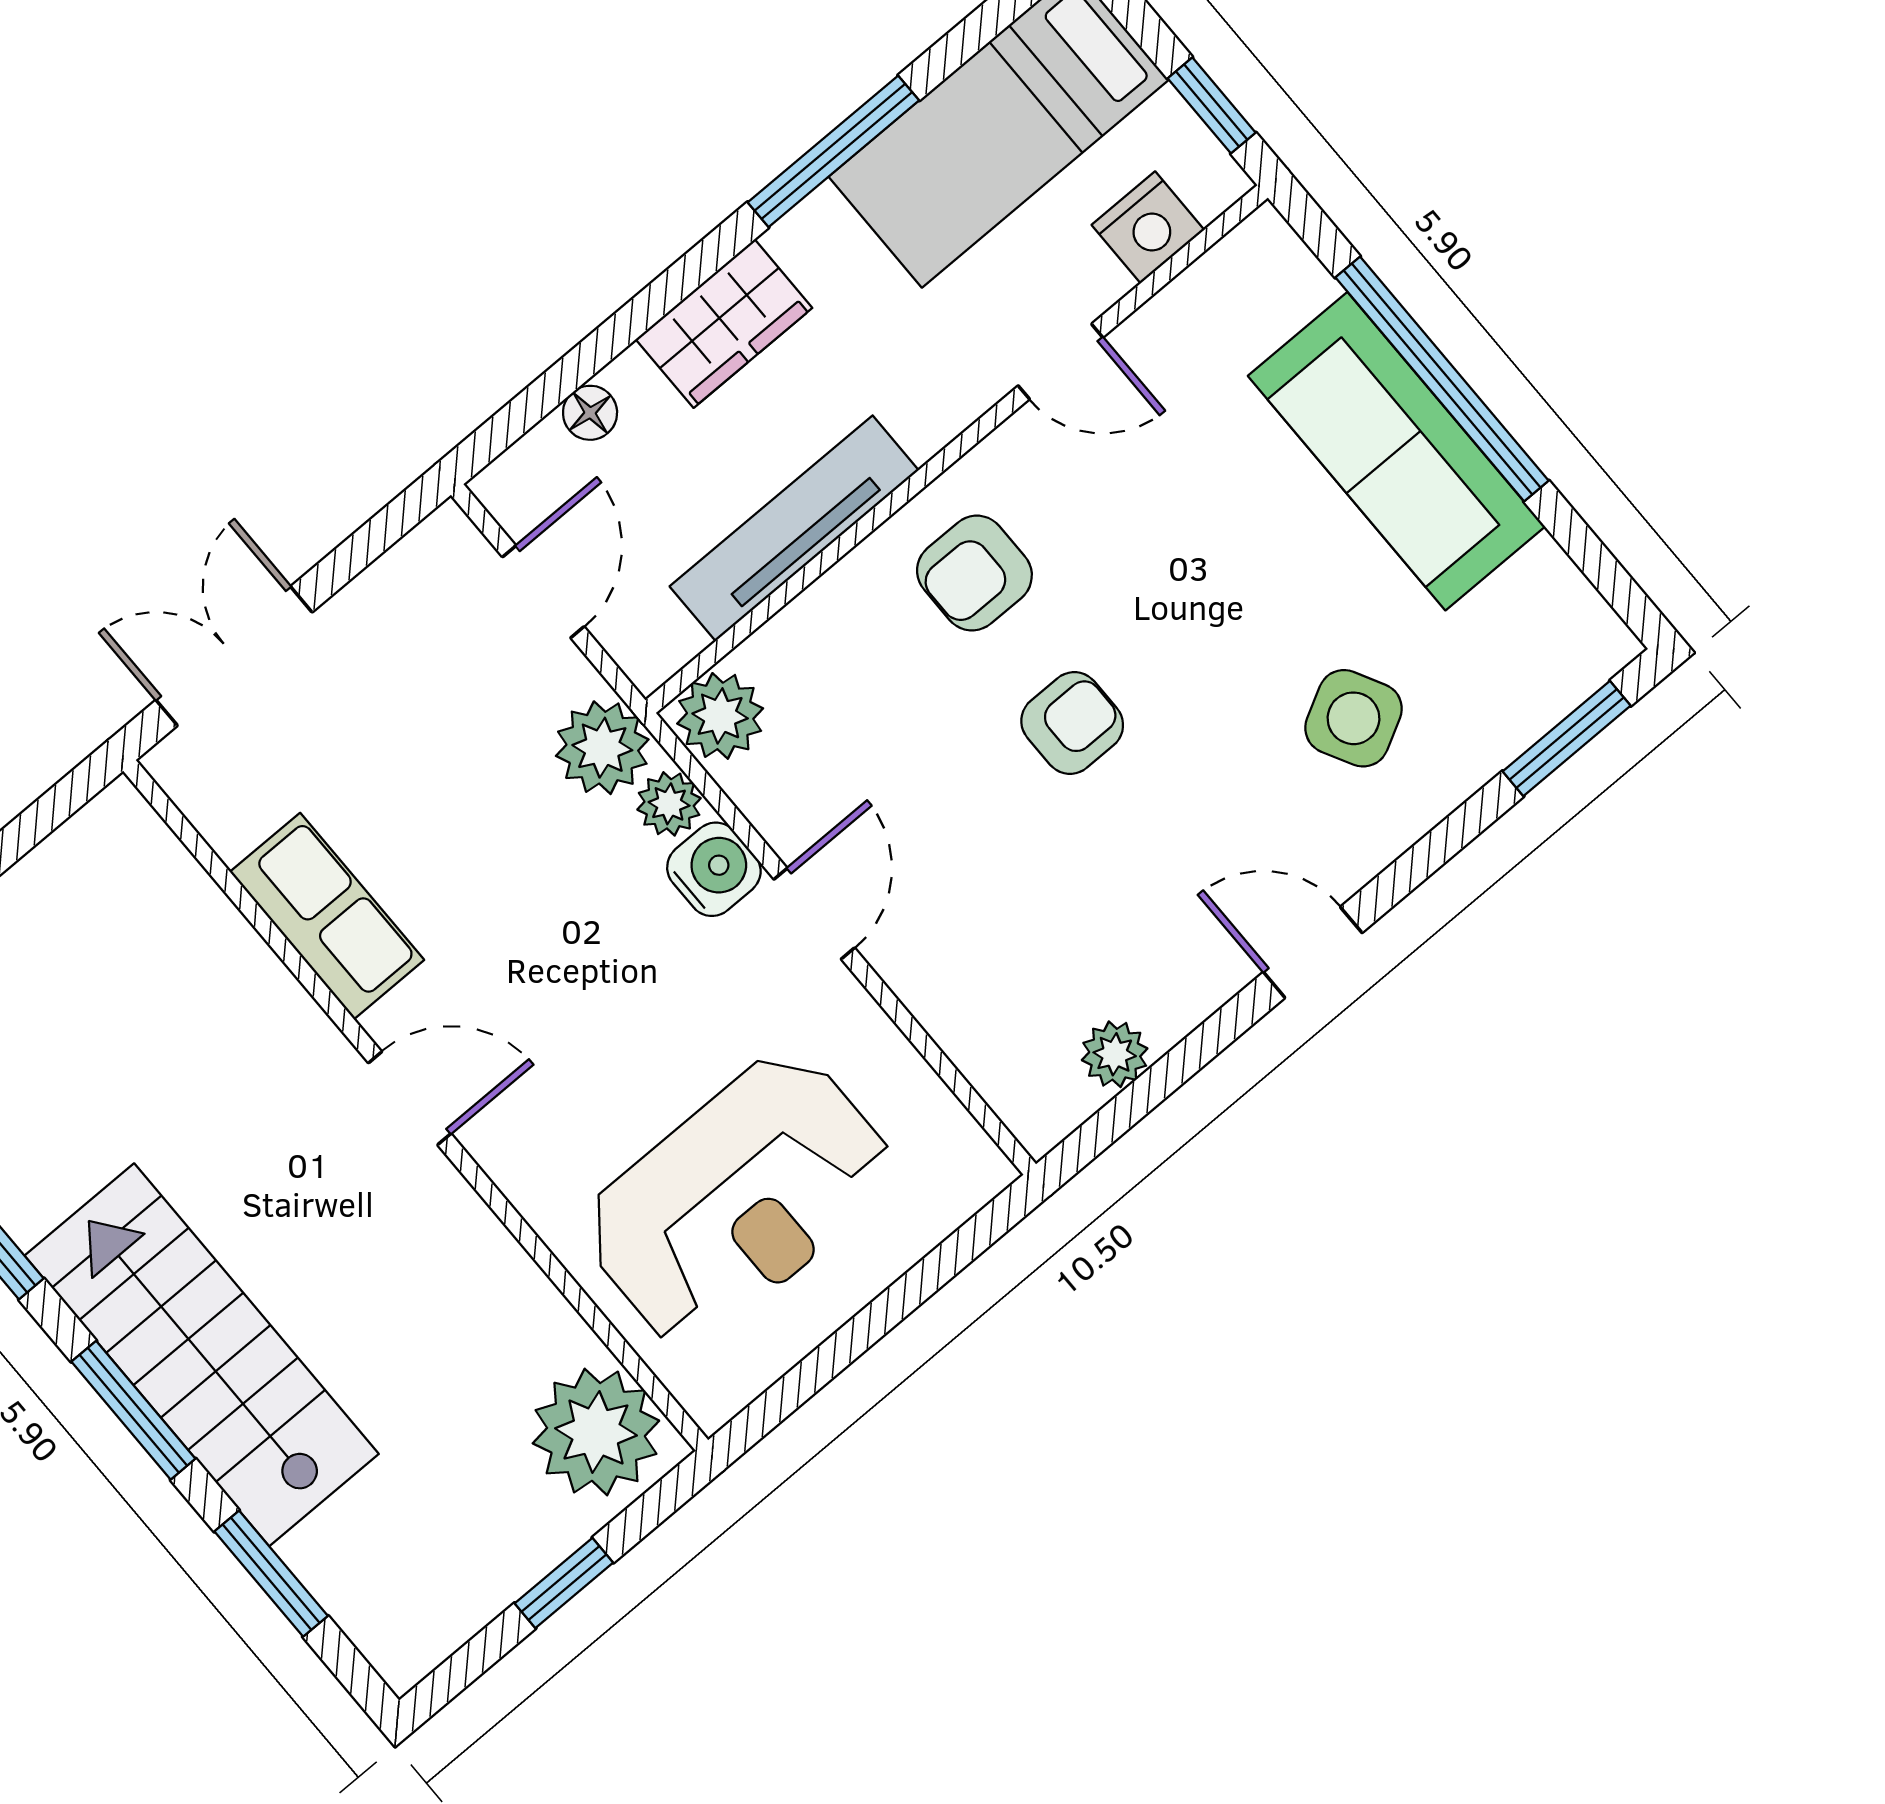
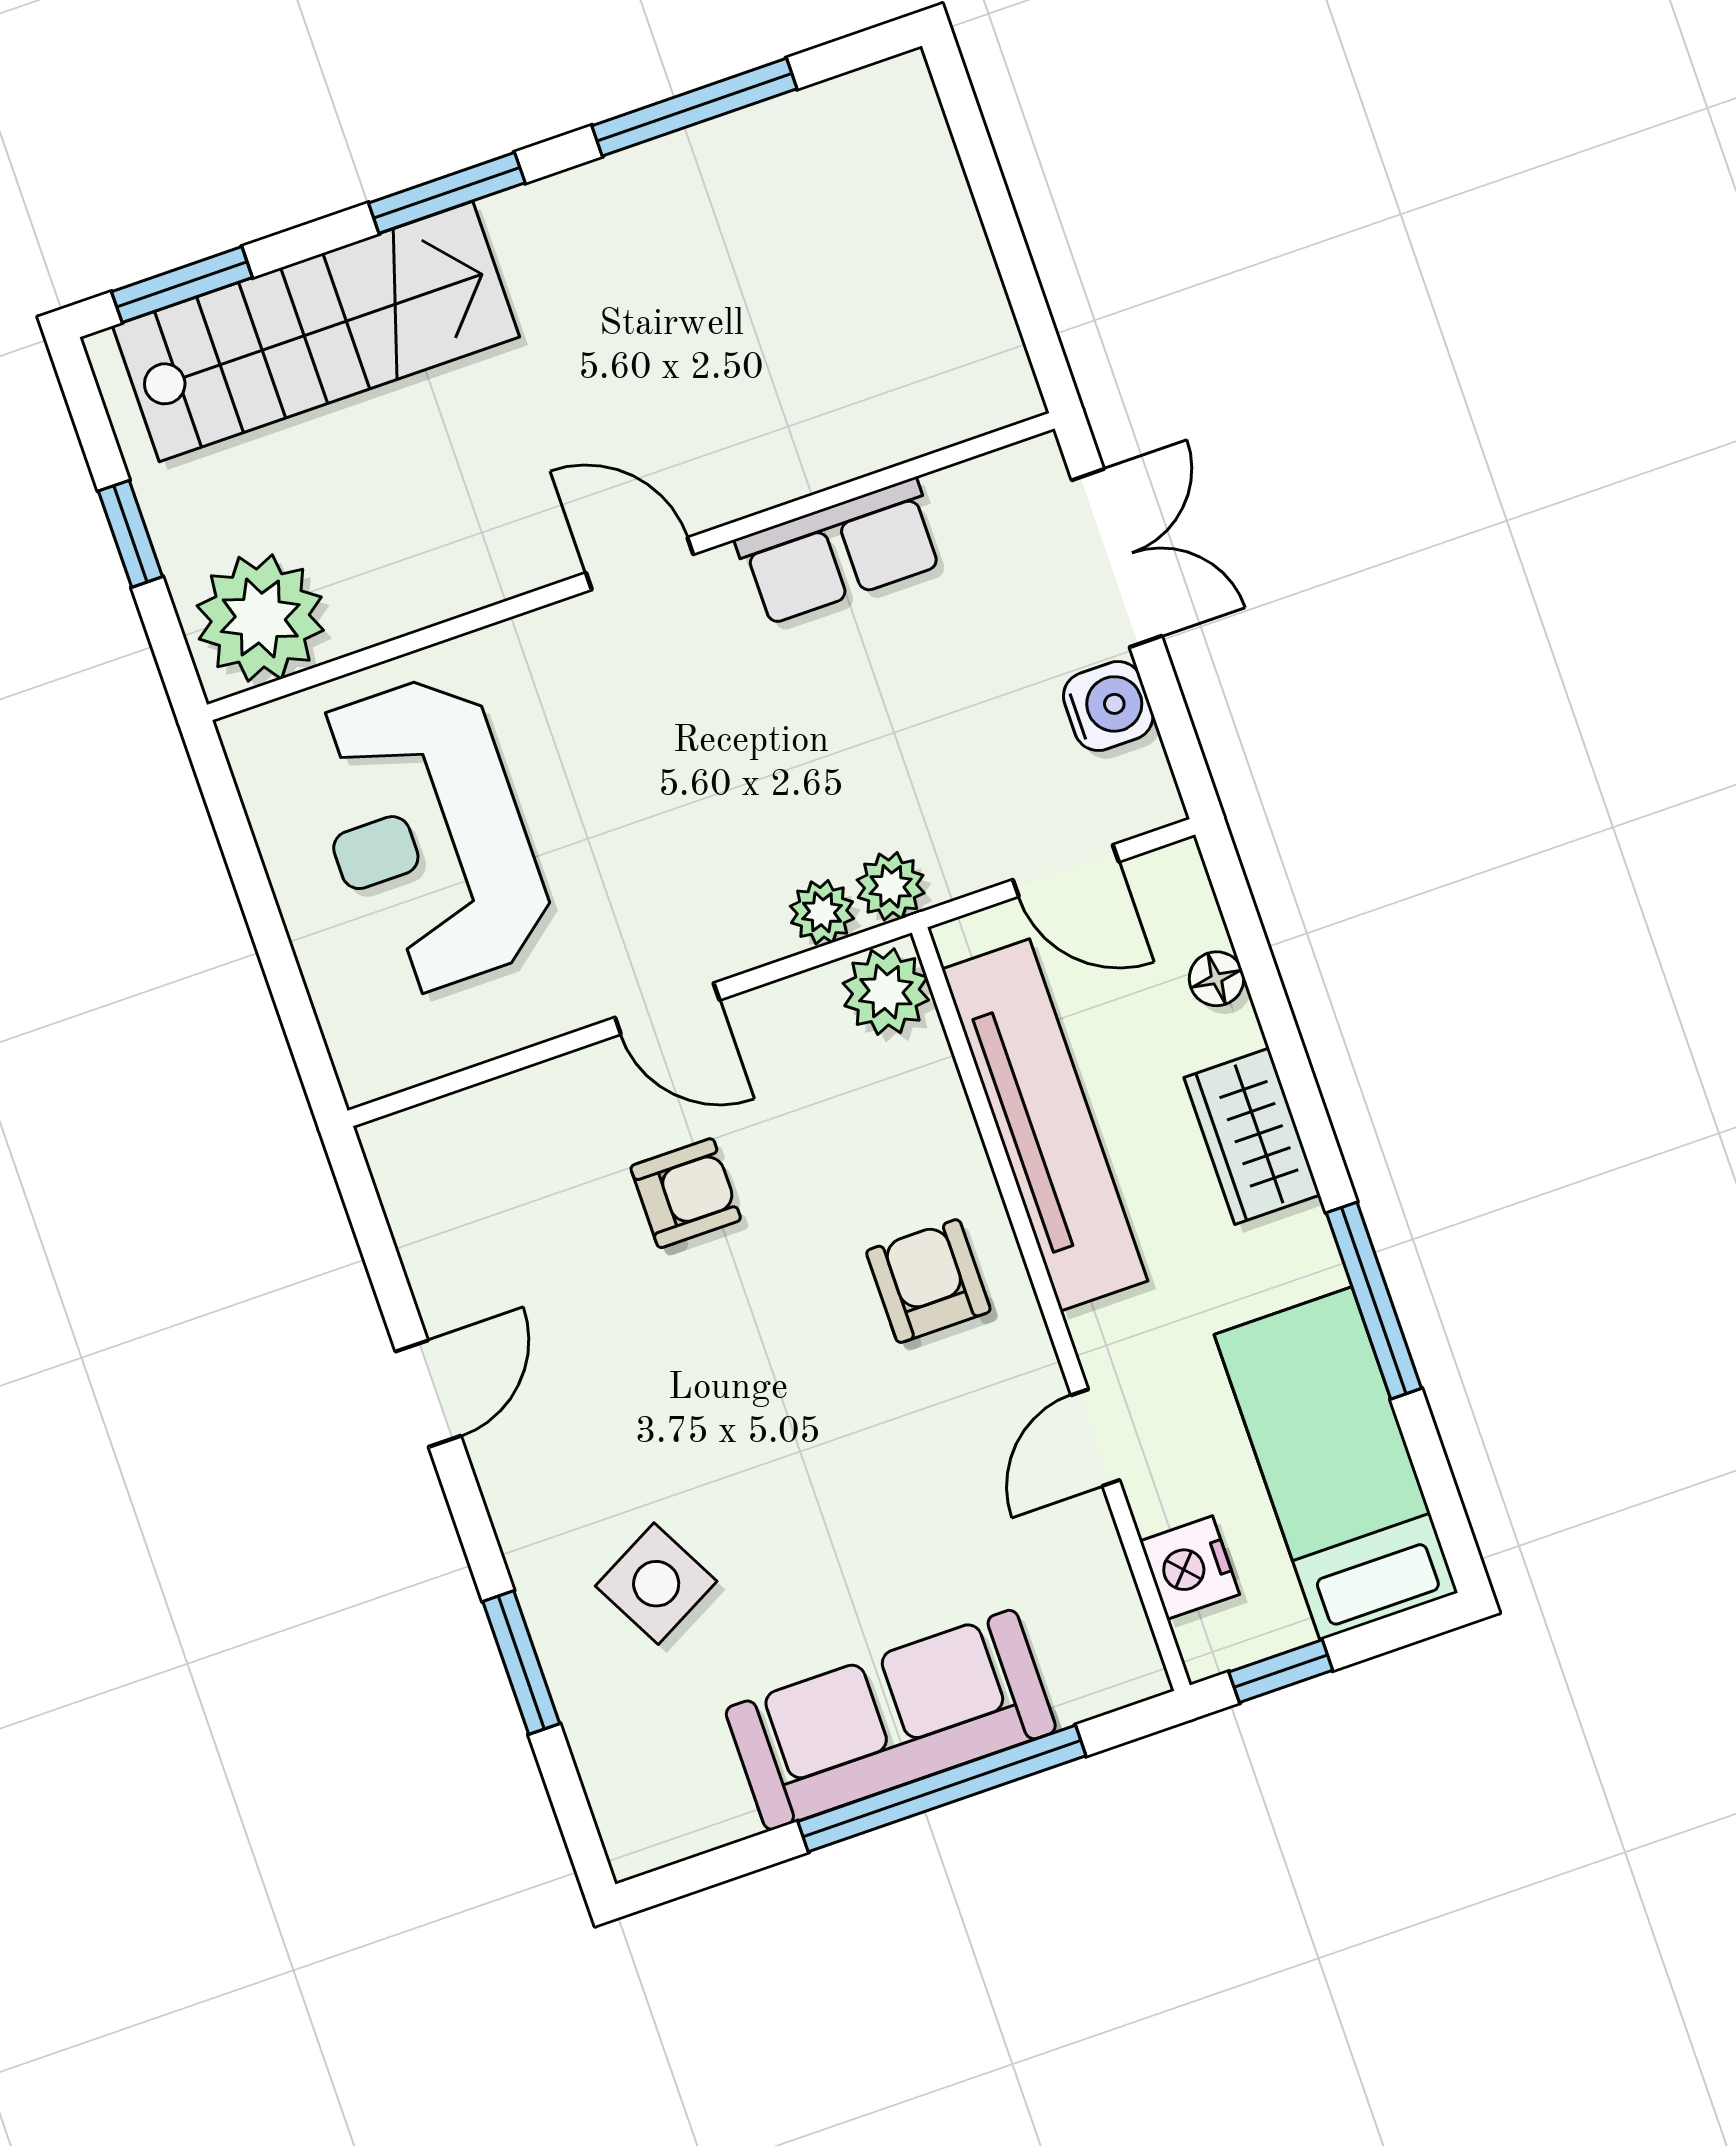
tv unit: (794, 528) -> (1045, 1125), width x1.36, depth x1.29
armchair: (1072, 723) -> (686, 1193), moved, turned -90
window: (1567, 739) -> (521, 1662), moved
plant: (602, 748) -> (891, 886), width x0.73, depth x0.73
water cooler: (714, 869) -> (1108, 706), moved, turned -90
door: (1313, 952) -> (428, 1394), moved
plant: (1115, 1054) -> (427, 1239), removed
door: (410, 1098) -> (640, 564), swing flipped
stairs: (202, 1355) -> (316, 331), moved
window: (271, 1574) -> (182, 285), moved

